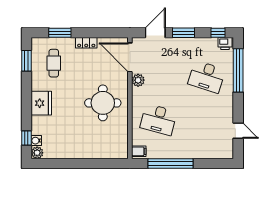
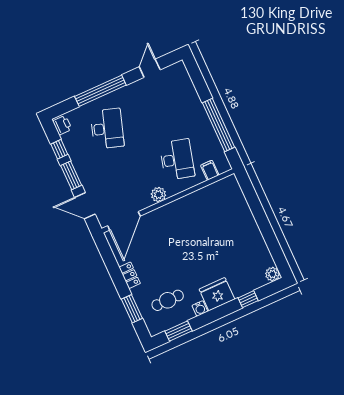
window: (218, 33) -> (59, 149), moved
window: (238, 70) -> (100, 91), moved
plant: (138, 80) -> (158, 195), moved
round table: (103, 103) -> (186, 228), removed
window: (26, 138) -> (248, 299), moved
water cooler: (36, 141) -> (200, 308), moved
filing cabinet: (139, 151) -> (210, 170), moved

